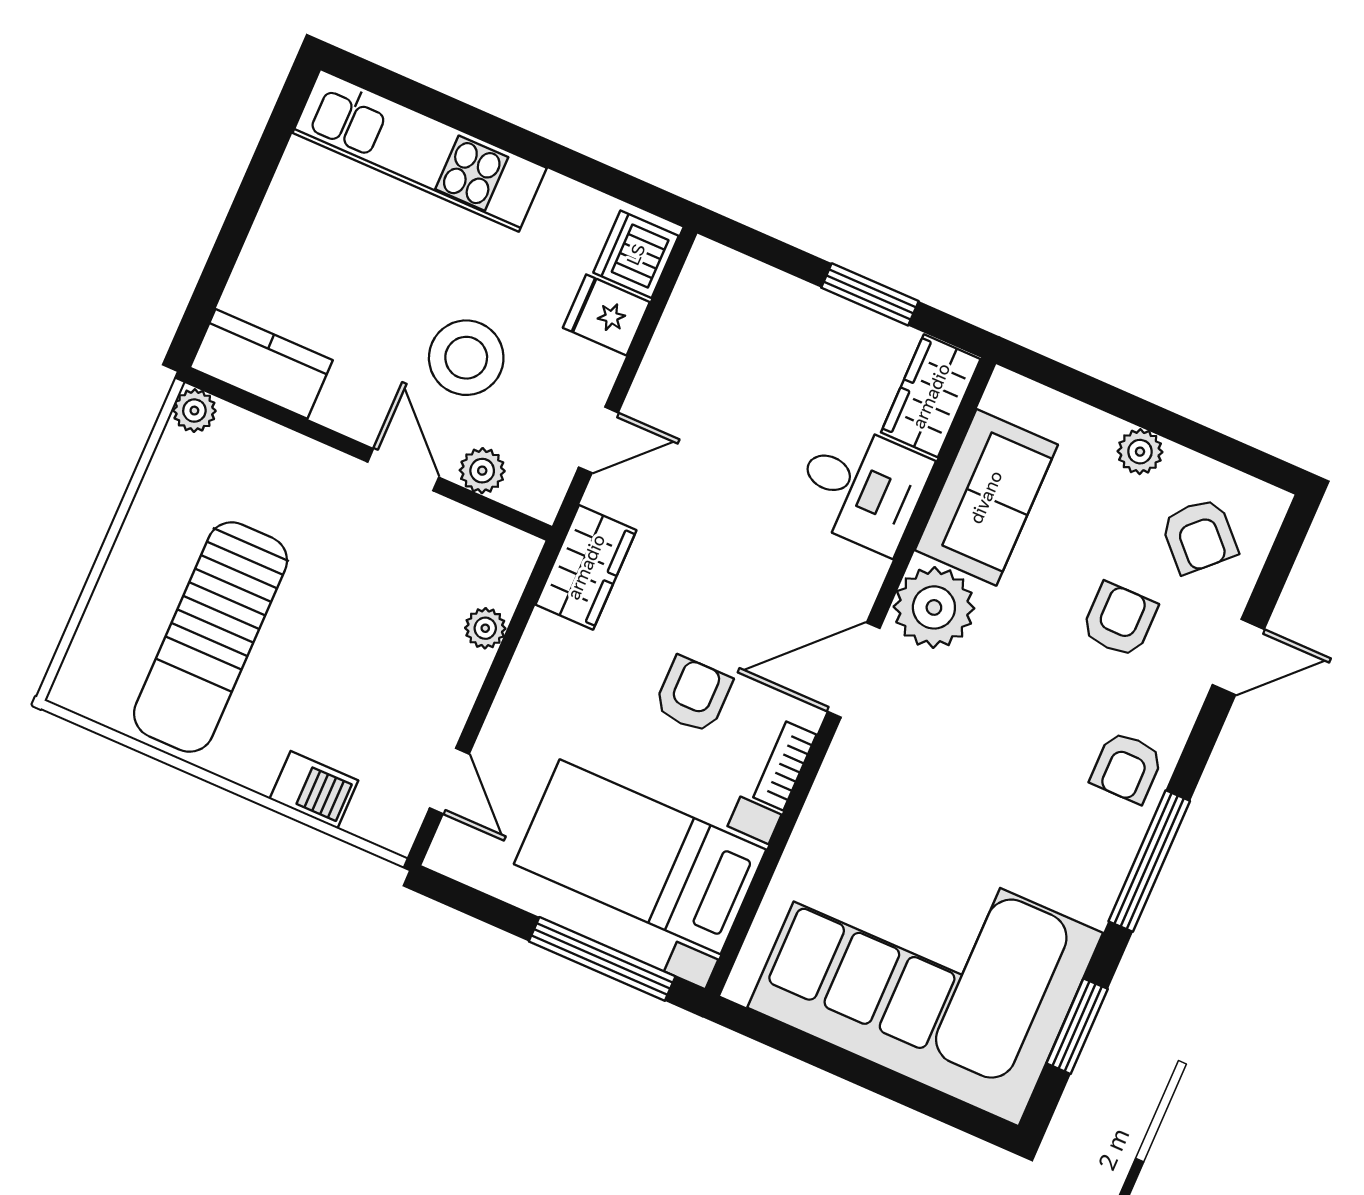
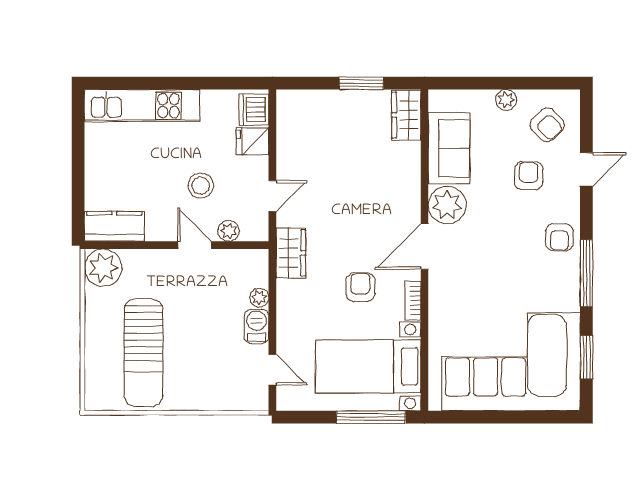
stool: (466, 358) -> (201, 186), width x0.73, depth x0.73
plant: (194, 411) -> (103, 268), width x1.88, depth x1.88
desk: (862, 487) -> (394, 167), removed
barbecue: (314, 790) -> (256, 326), moved, turned -90

